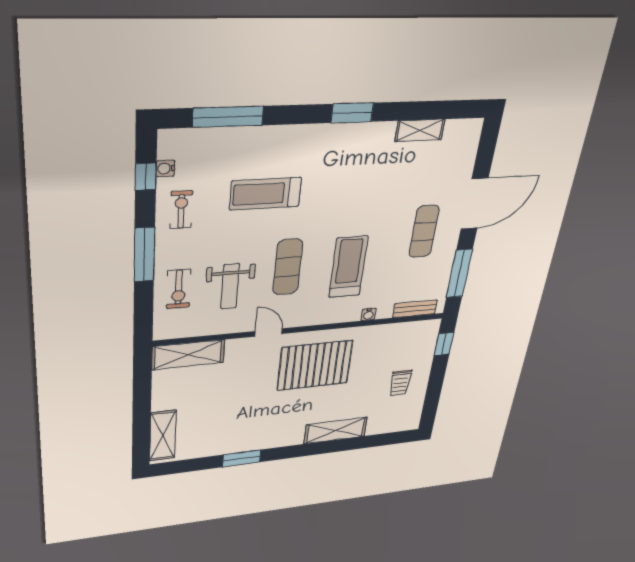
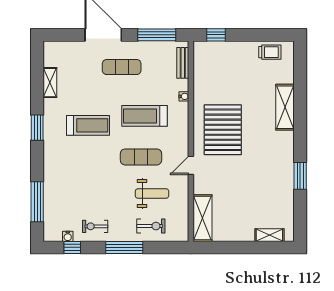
treadmill: (266, 194) -> (88, 125), moved, turned -90
trolley: (400, 383) -> (270, 52), moved
shelving: (163, 436) -> (269, 235), width x0.67, depth x0.75

